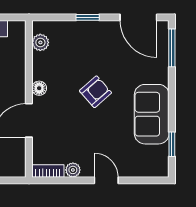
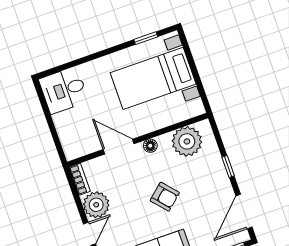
plant: (40, 42) -> (187, 141), width x1.88, depth x1.88
plant: (73, 170) -> (96, 205), width x1.87, depth x1.87

